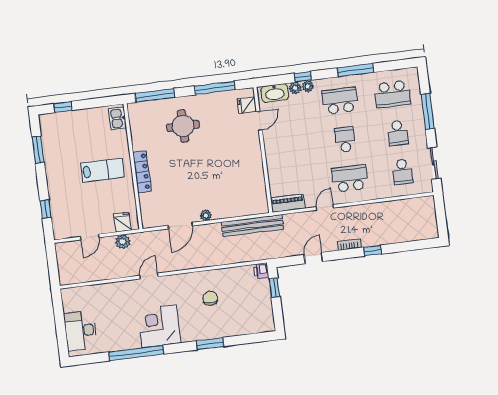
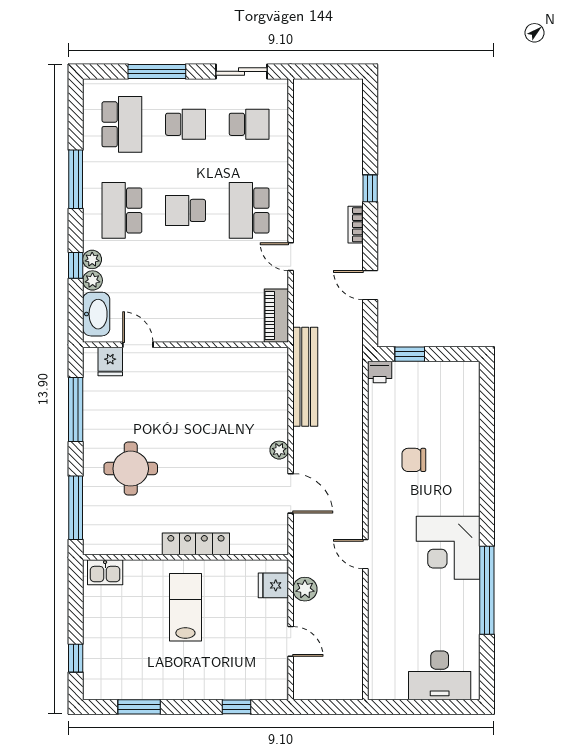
window: (210, 344) -> (487, 469), removed

